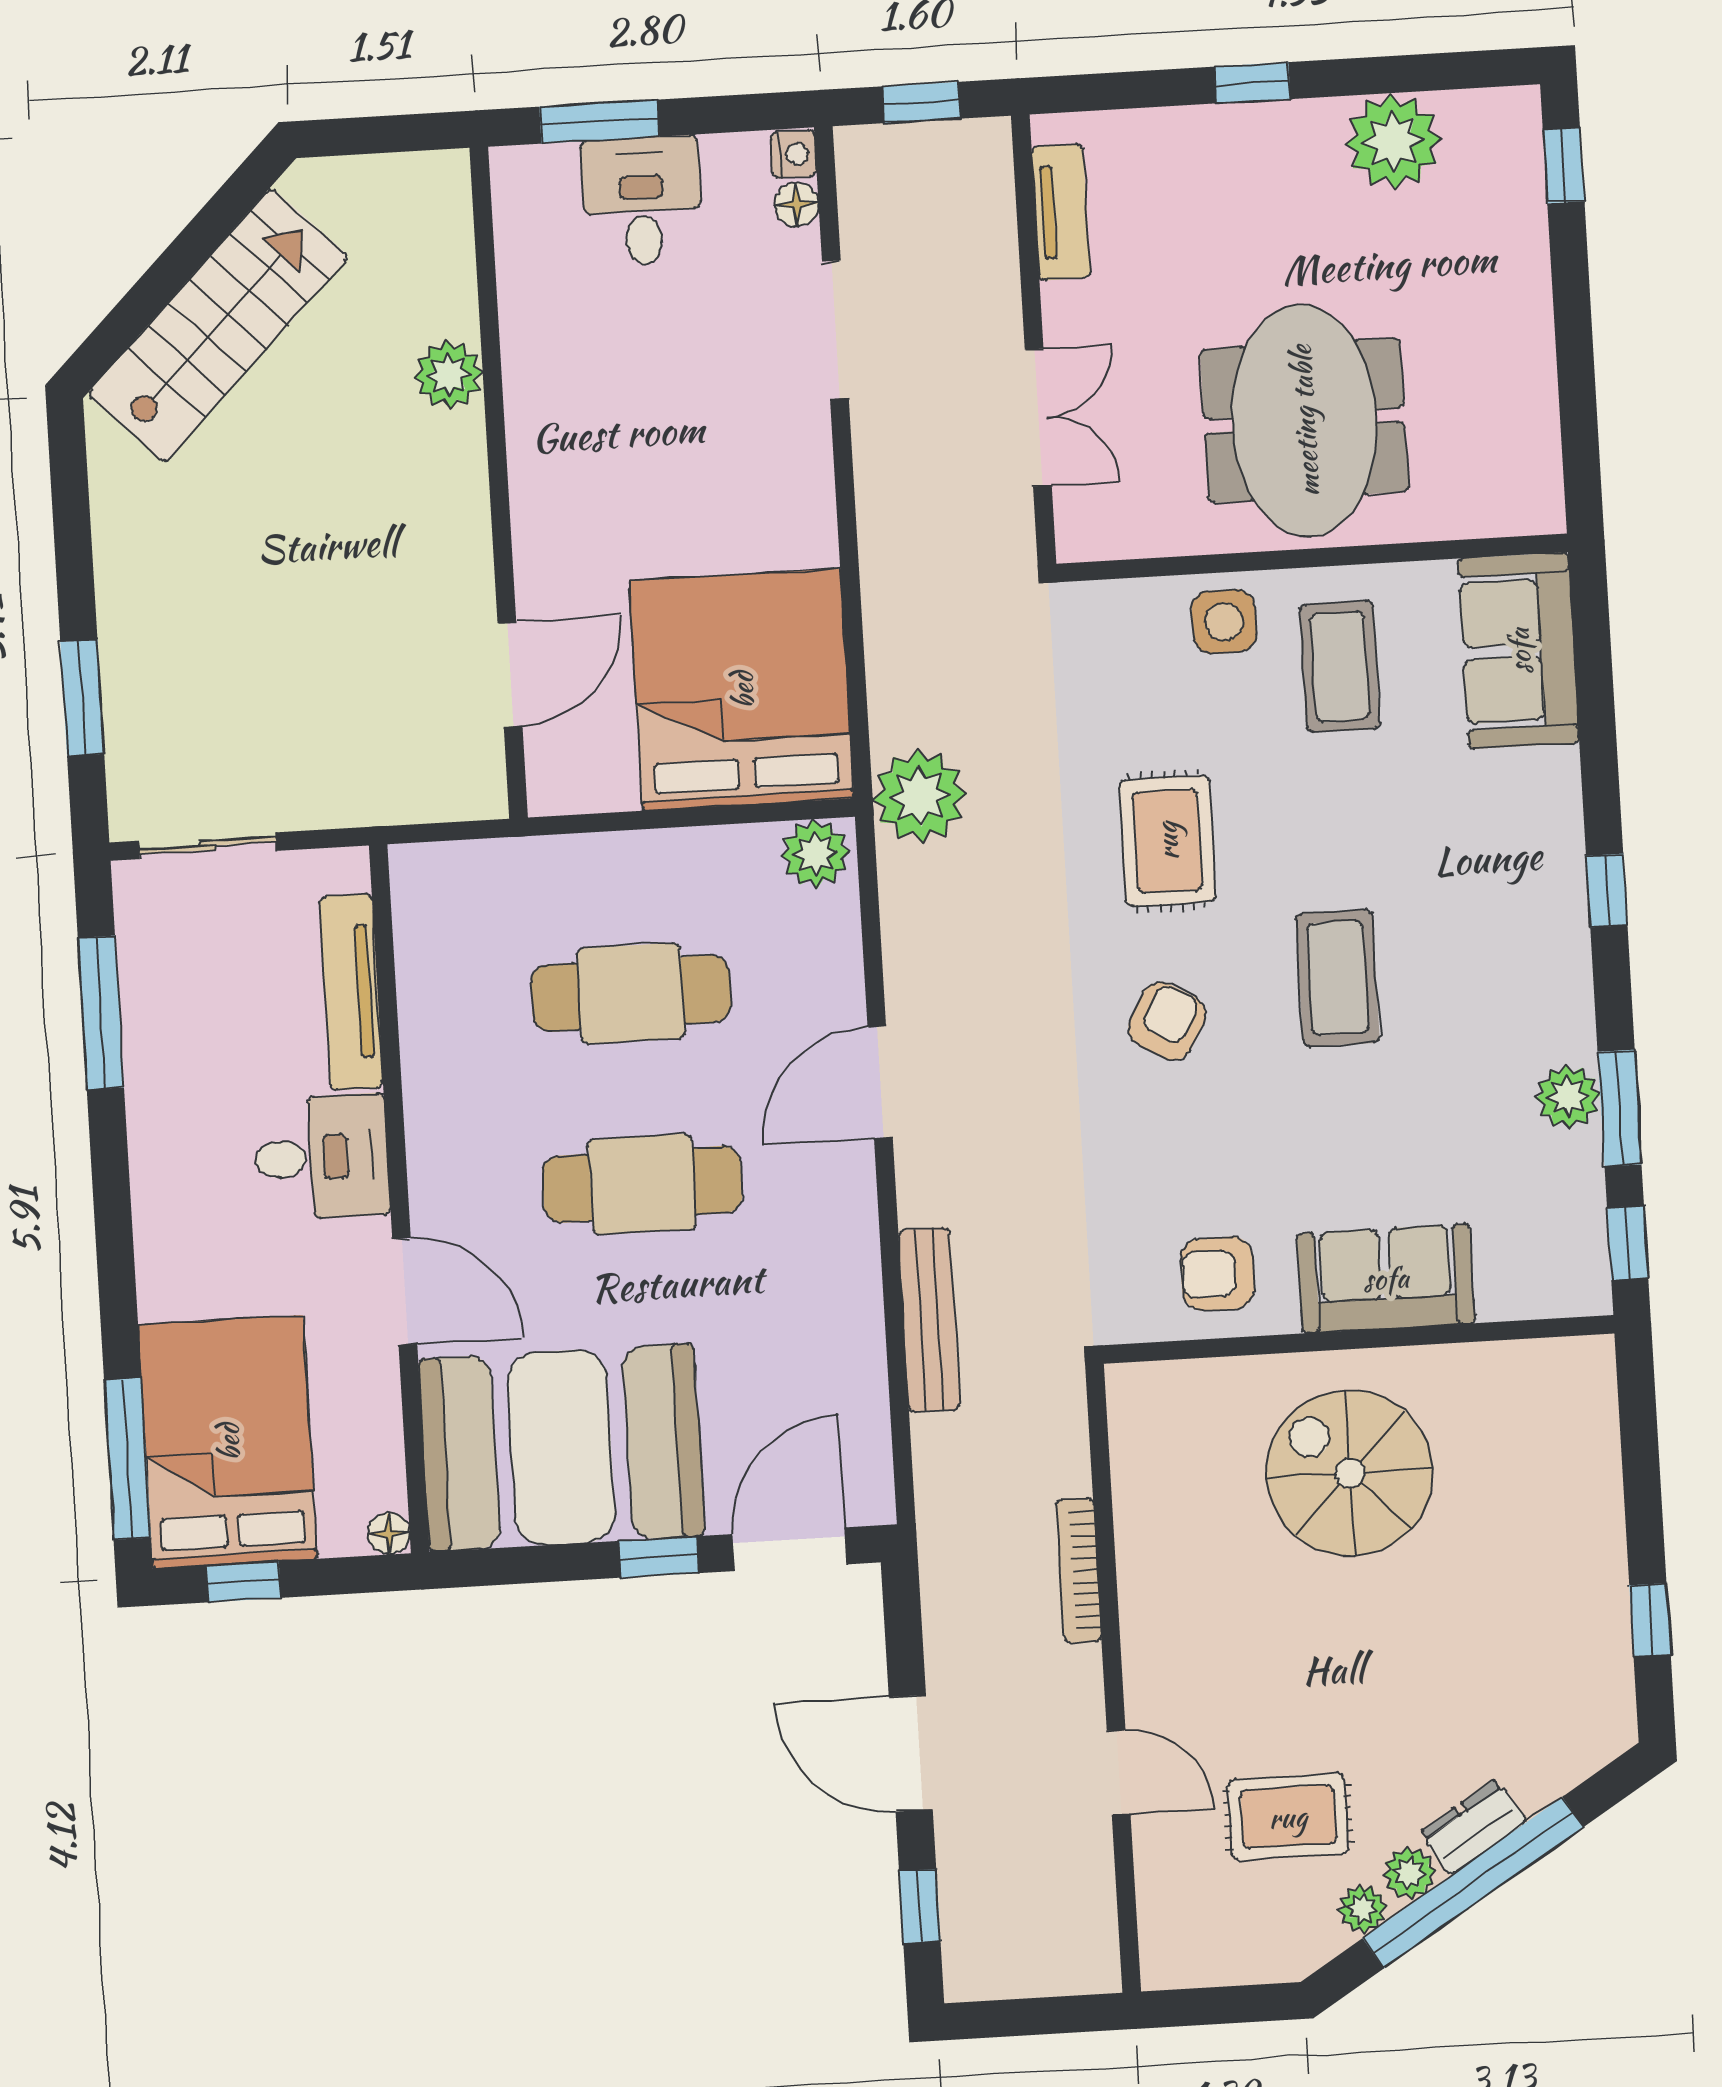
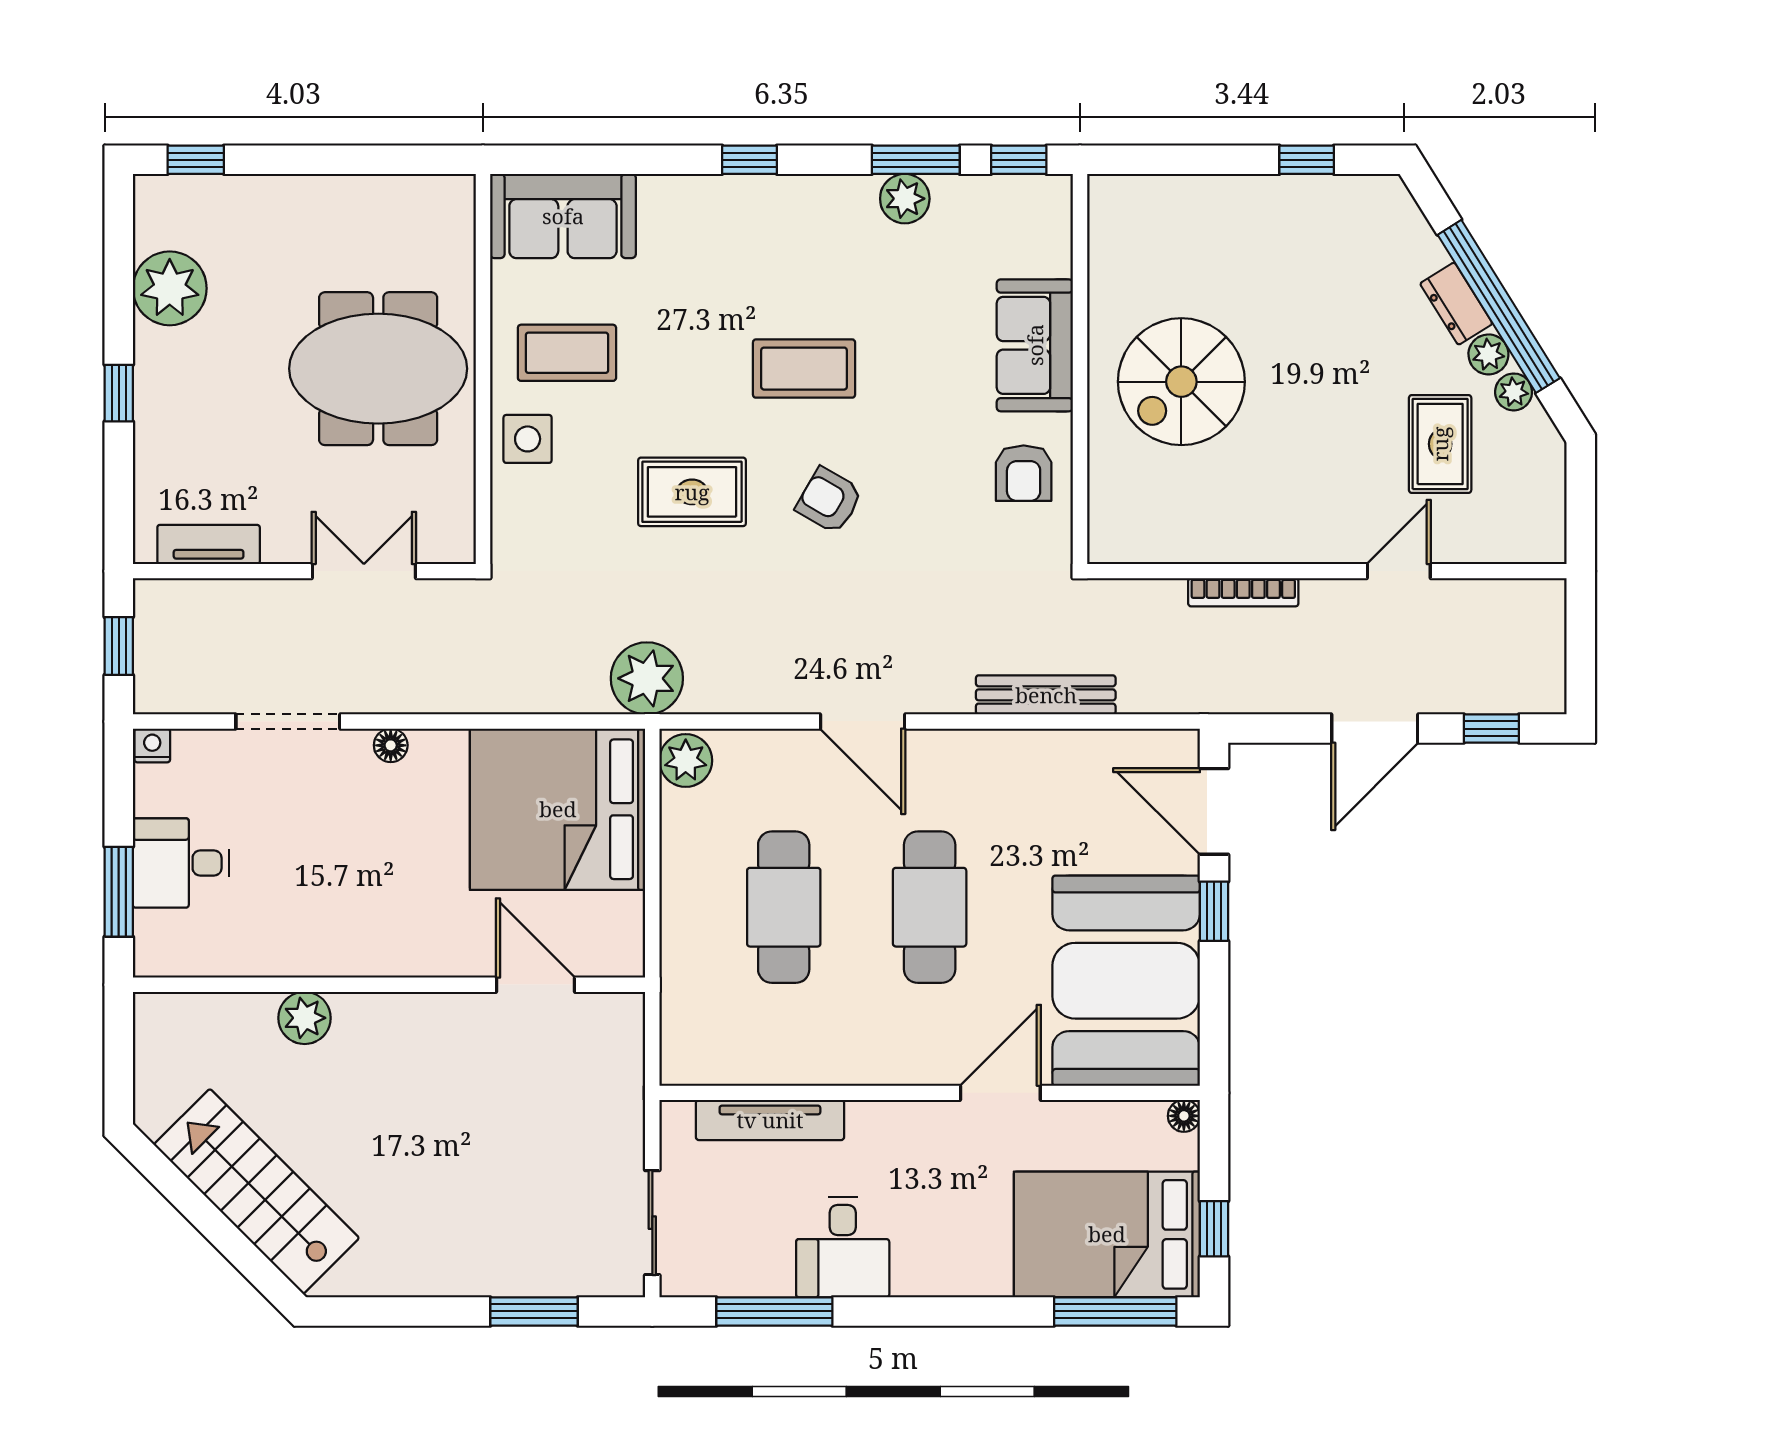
floor lamp: (797, 204) -> (391, 745), moved
desk: (321, 1157) -> (843, 1247), moved, turned 180

